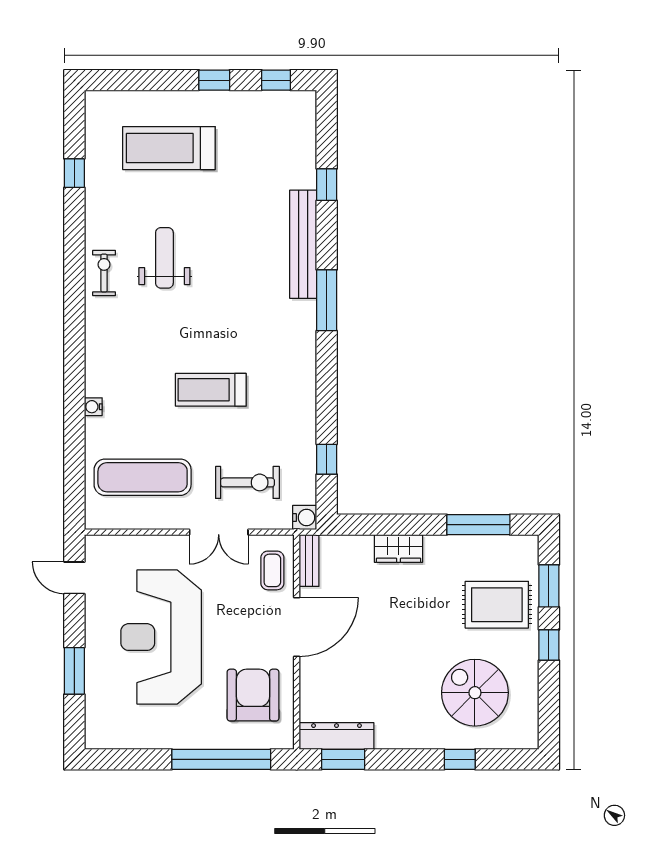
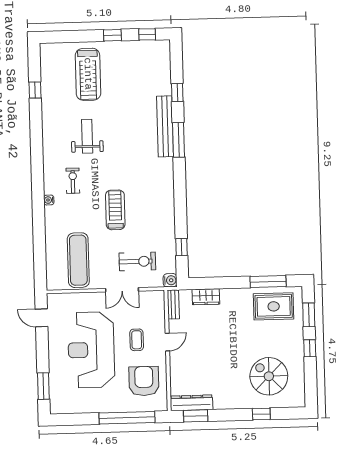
treadmill: (169, 148) -> (88, 74), turned -90
exercise bike: (104, 273) -> (73, 181), moved
window: (327, 300) -> (179, 140), moved
treadmill: (211, 390) -> (115, 210), turned 90
water cooler: (93, 407) -> (49, 200), moved
exercise mat: (143, 477) -> (78, 260), turned 90
wardrobe: (399, 549) -> (206, 297), moved
coffee table: (272, 570) -> (137, 340), moved
rug: (497, 605) -> (274, 306), moved
door: (297, 627) -> (167, 342), width x0.53
window: (74, 671) -> (43, 386), moved

